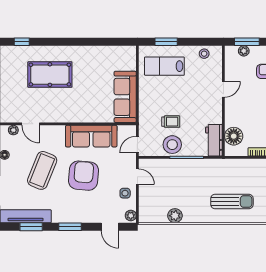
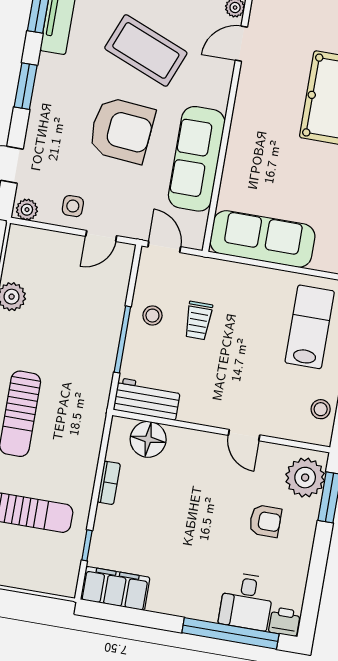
plant: (244, 51) -> (305, 478), width x1.87, depth x1.87
stool: (172, 145) -> (152, 316), width x0.53, depth x0.53

